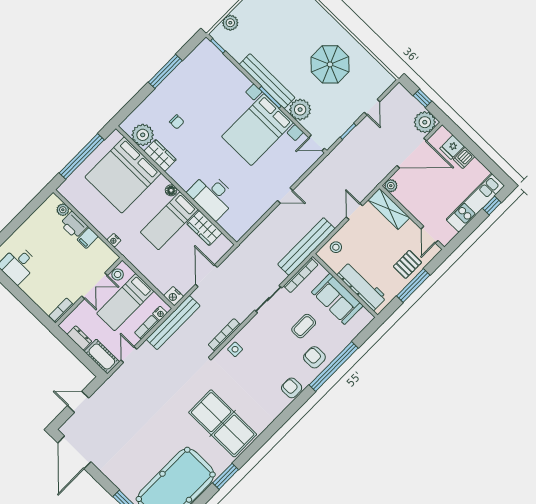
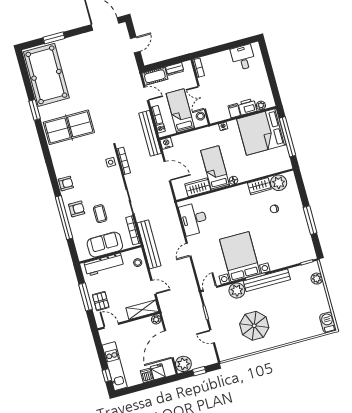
bed: (123, 175) -> (261, 132), moved, turned -90
desk: (212, 196) -> (194, 219), moved, turned -90

